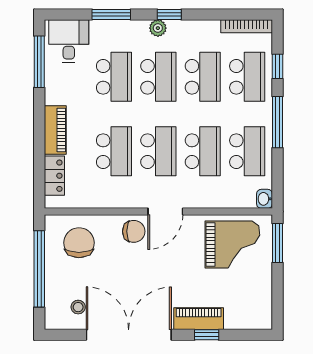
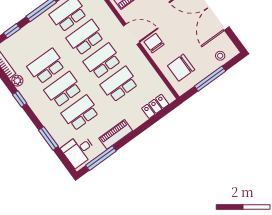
window: (169, 14) -> (20, 99), moved
plant: (158, 28) -> (17, 81), moved
school desk: (247, 77) -> (29, 43), removed
piano: (55, 130) -> (116, 134), moved
window: (39, 269) -> (210, 79), width x0.68
stool: (78, 307) -> (220, 56), moved

